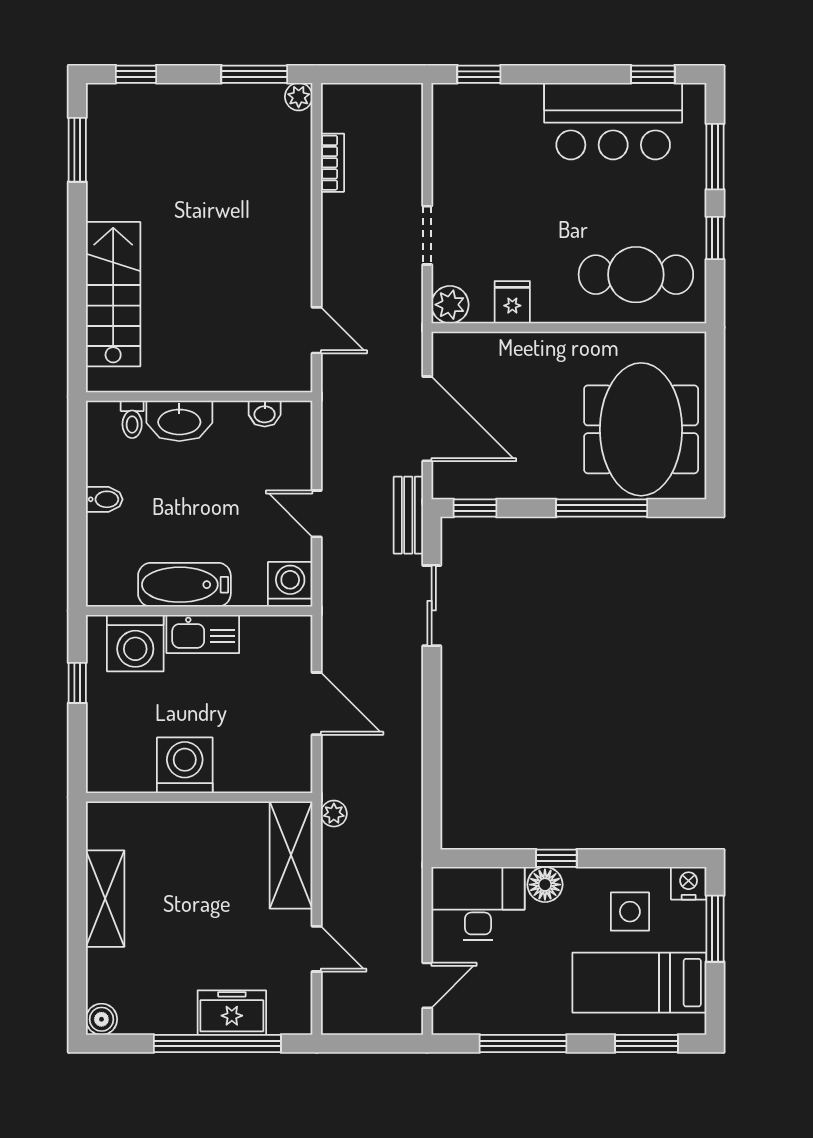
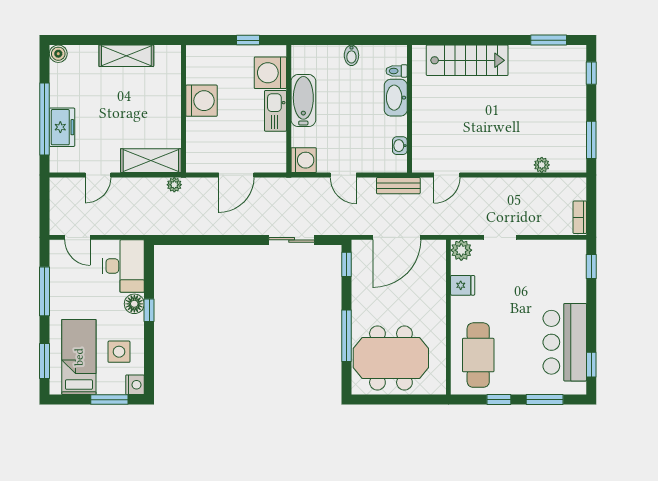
plant: (299, 97) -> (542, 165), moved
bookcase: (332, 163) -> (580, 217), moved, turned 90
door: (317, 514) -> (343, 175), swing flipped
bench: (408, 515) -> (398, 186), moved

